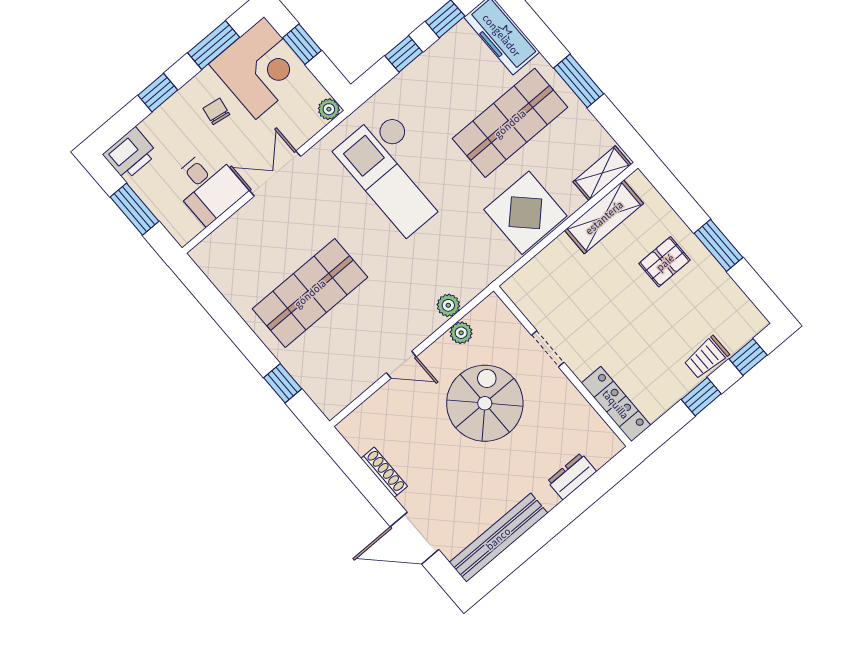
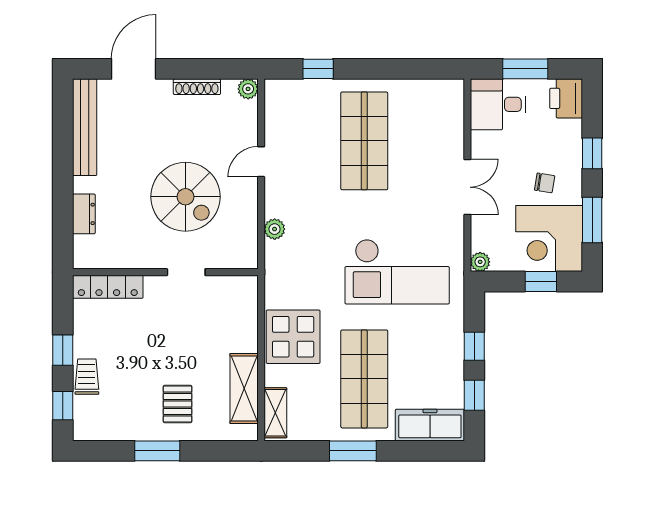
checkout: (396, 172) -> (397, 272), turned 180
desk: (208, 186) -> (498, 104), moved
plant: (461, 333) -> (248, 89), moved

